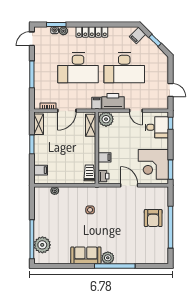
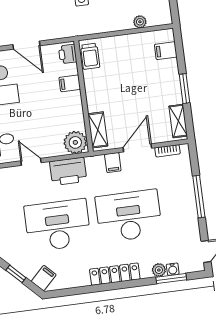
filing cabinet: (97, 103) -> (113, 163), moved

